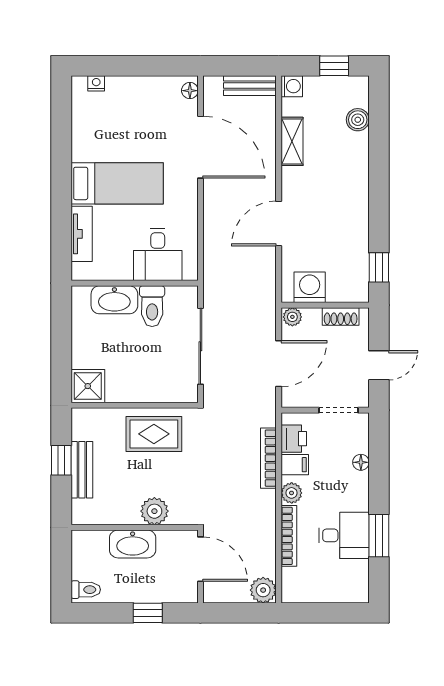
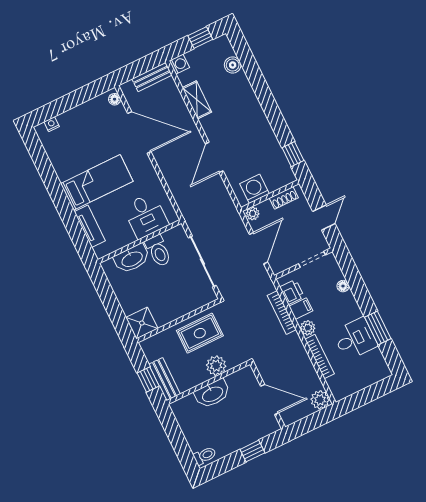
plant: (154, 511) -> (216, 366), moved
wall: (135, 527) -> (208, 382), moved
washbasin: (133, 544) -> (212, 394), moved

